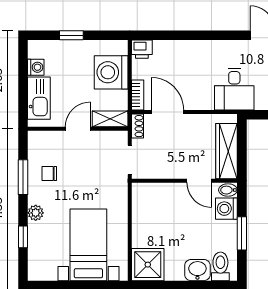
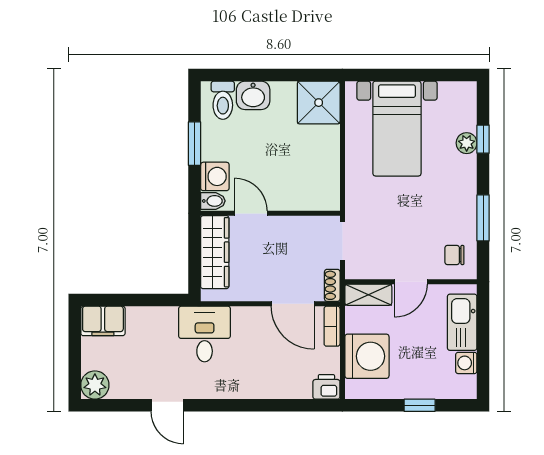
chair: (49, 174) -> (454, 255), moved, turned 180
plant: (36, 213) -> (467, 143), moved

